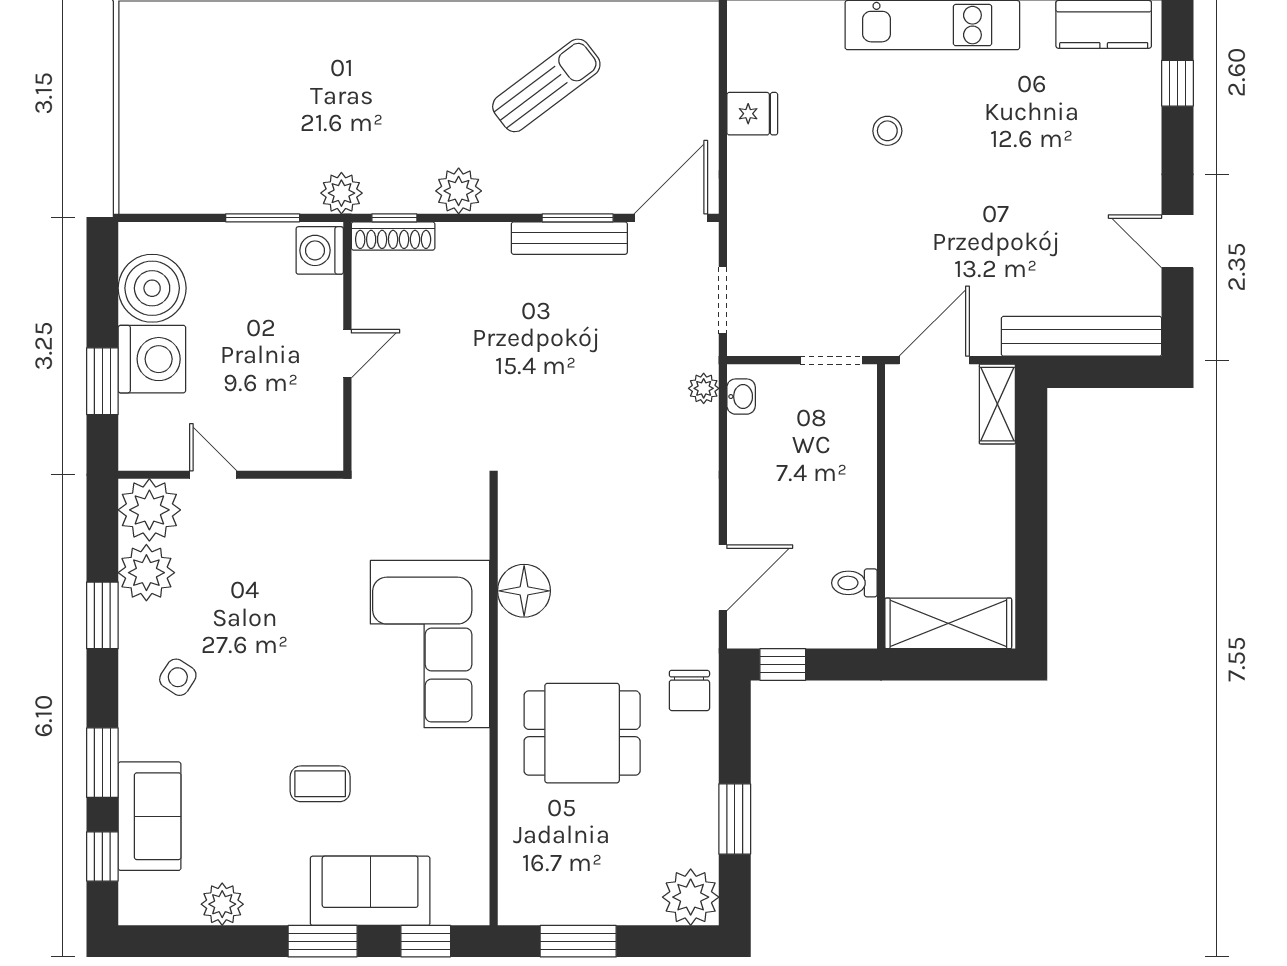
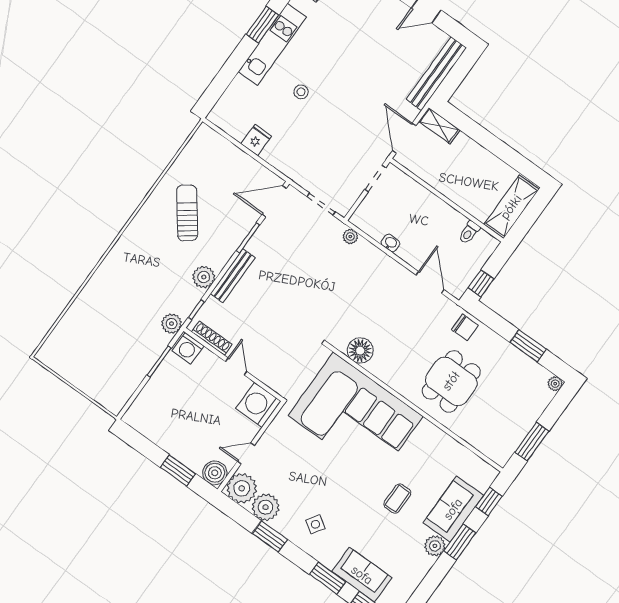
door: (671, 218) -> (274, 201), hinge flipped
shoe rack: (393, 236) -> (212, 338), moved, turned -90
bench: (569, 238) -> (233, 276), moved
boiler: (152, 288) -> (215, 473), moved, width x0.73, depth x0.73
washing machine: (152, 359) -> (258, 405), moved, turned -90
washbasin: (741, 397) -> (390, 243), moved
floor lamp: (524, 591) -> (360, 351), moved
corner sofa: (430, 644) -> (356, 416), width x1.36, depth x1.36
plant: (691, 897) -> (555, 384), width x0.53, depth x0.53
plant: (222, 904) -> (435, 546), moved

